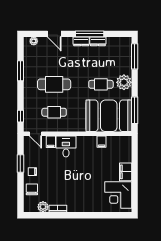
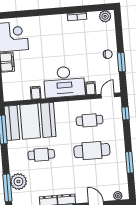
plant: (124, 82) -> (18, 182), moved
door: (35, 134) -> (108, 96), hinge flipped
desk: (66, 146) -> (64, 82), width x1.87, depth x1.30
chair: (32, 189) -> (107, 35), removed
plant: (43, 207) -> (105, 16), moved

